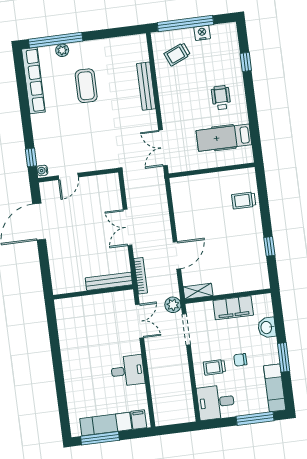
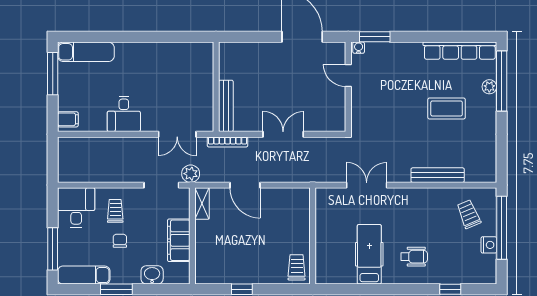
window: (31, 157) -> (375, 37), width x1.50
wall: (212, 170) -> (313, 236), moved
exam couch: (106, 424) -> (86, 52), moved, turned 90

